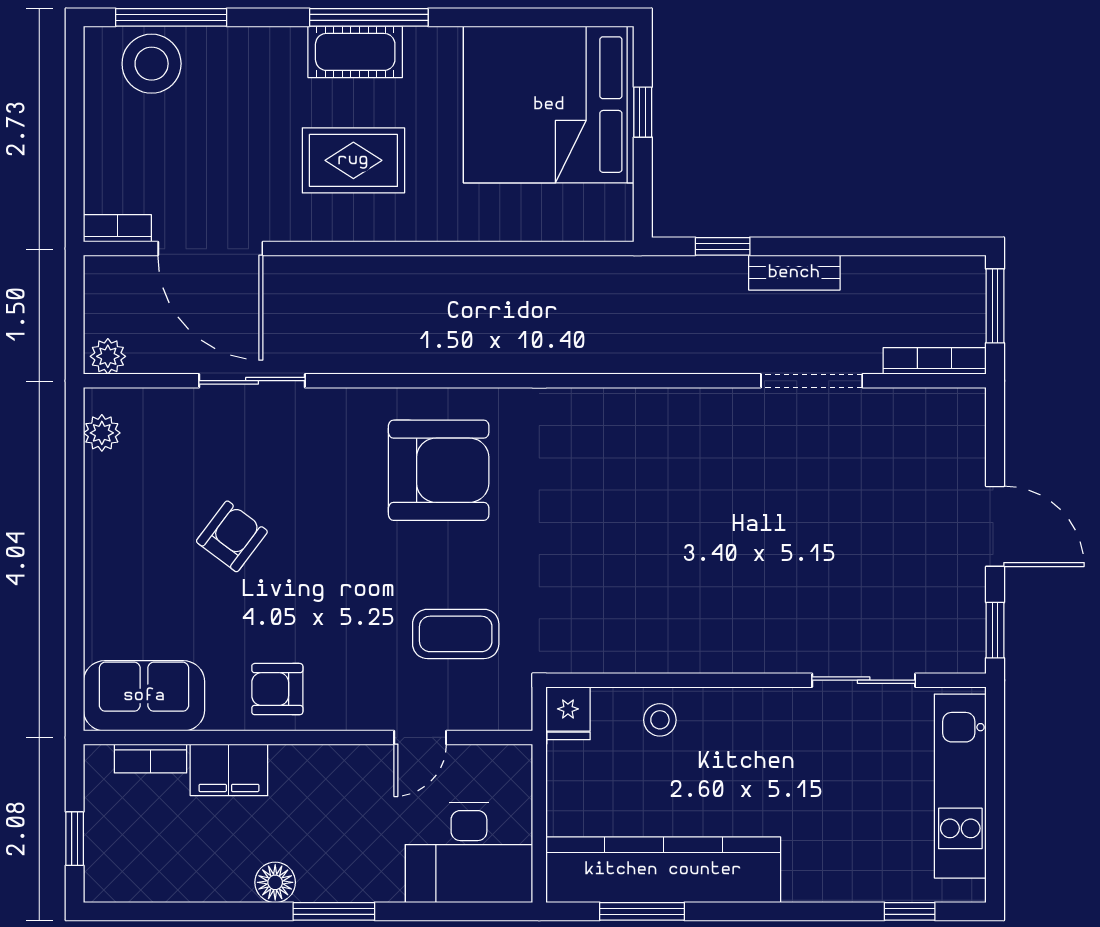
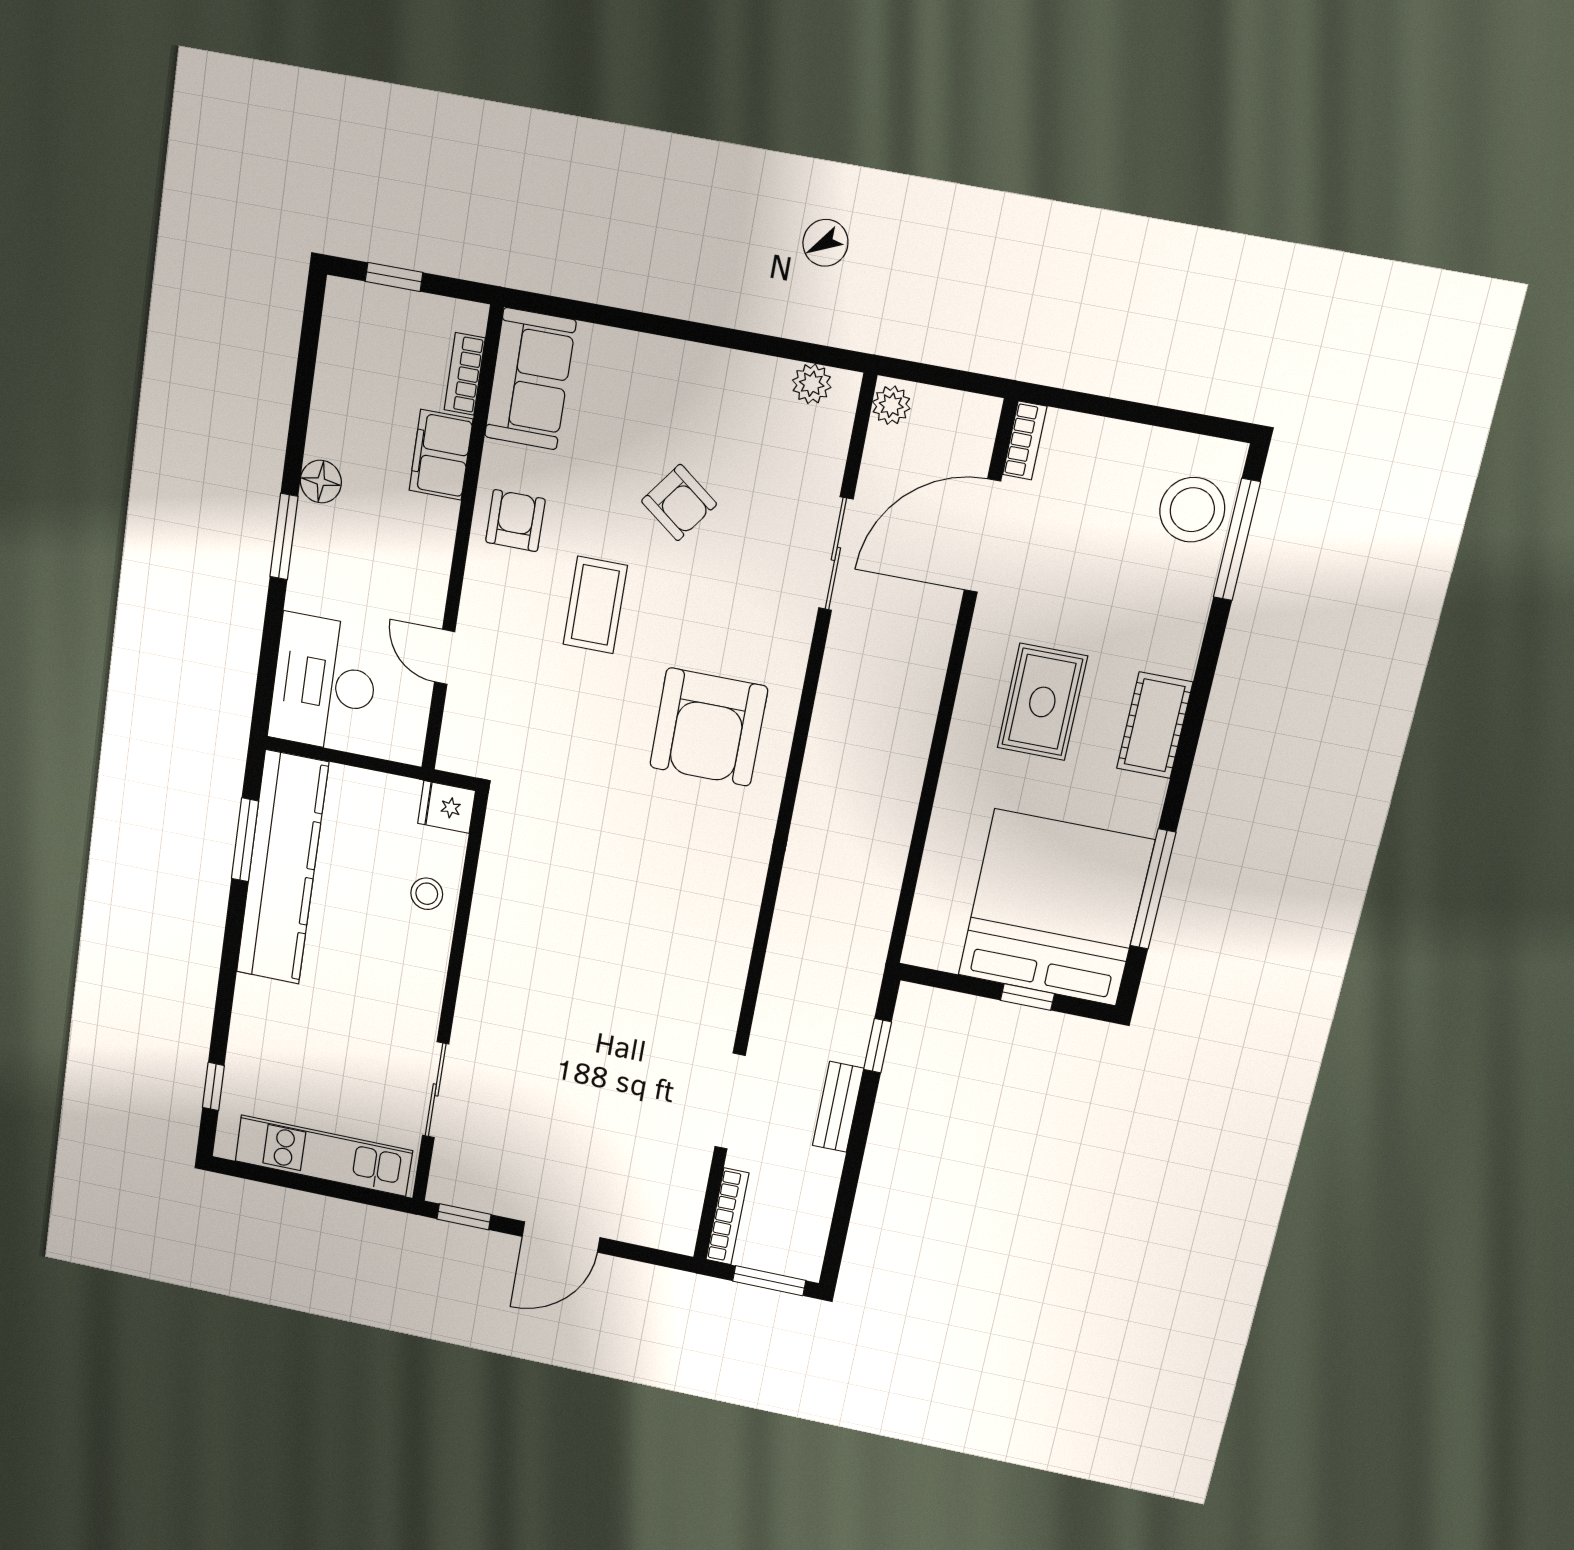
window: (369, 17) -> (1153, 889), moved
coffee table: (456, 634) -> (595, 605), moved

